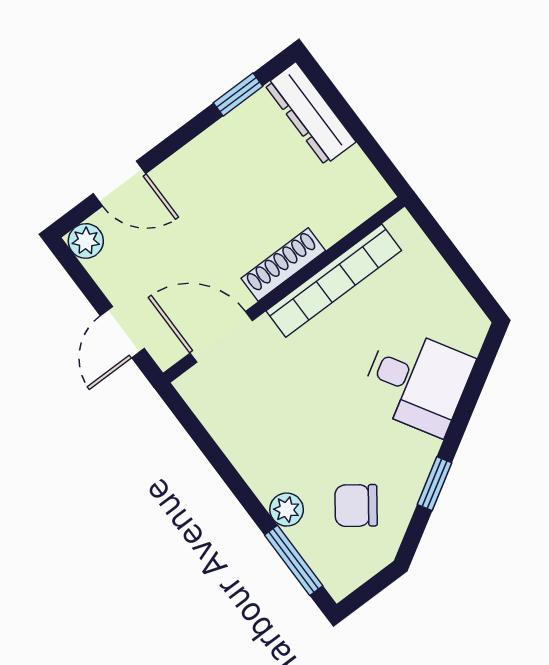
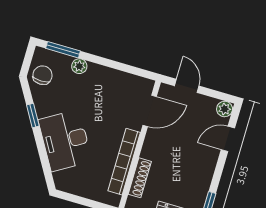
shoe rack: (283, 265) -> (140, 178), moved
desk: (417, 381) -> (65, 141), width x1.37
chair: (356, 505) -> (42, 75), moved, turned -36

